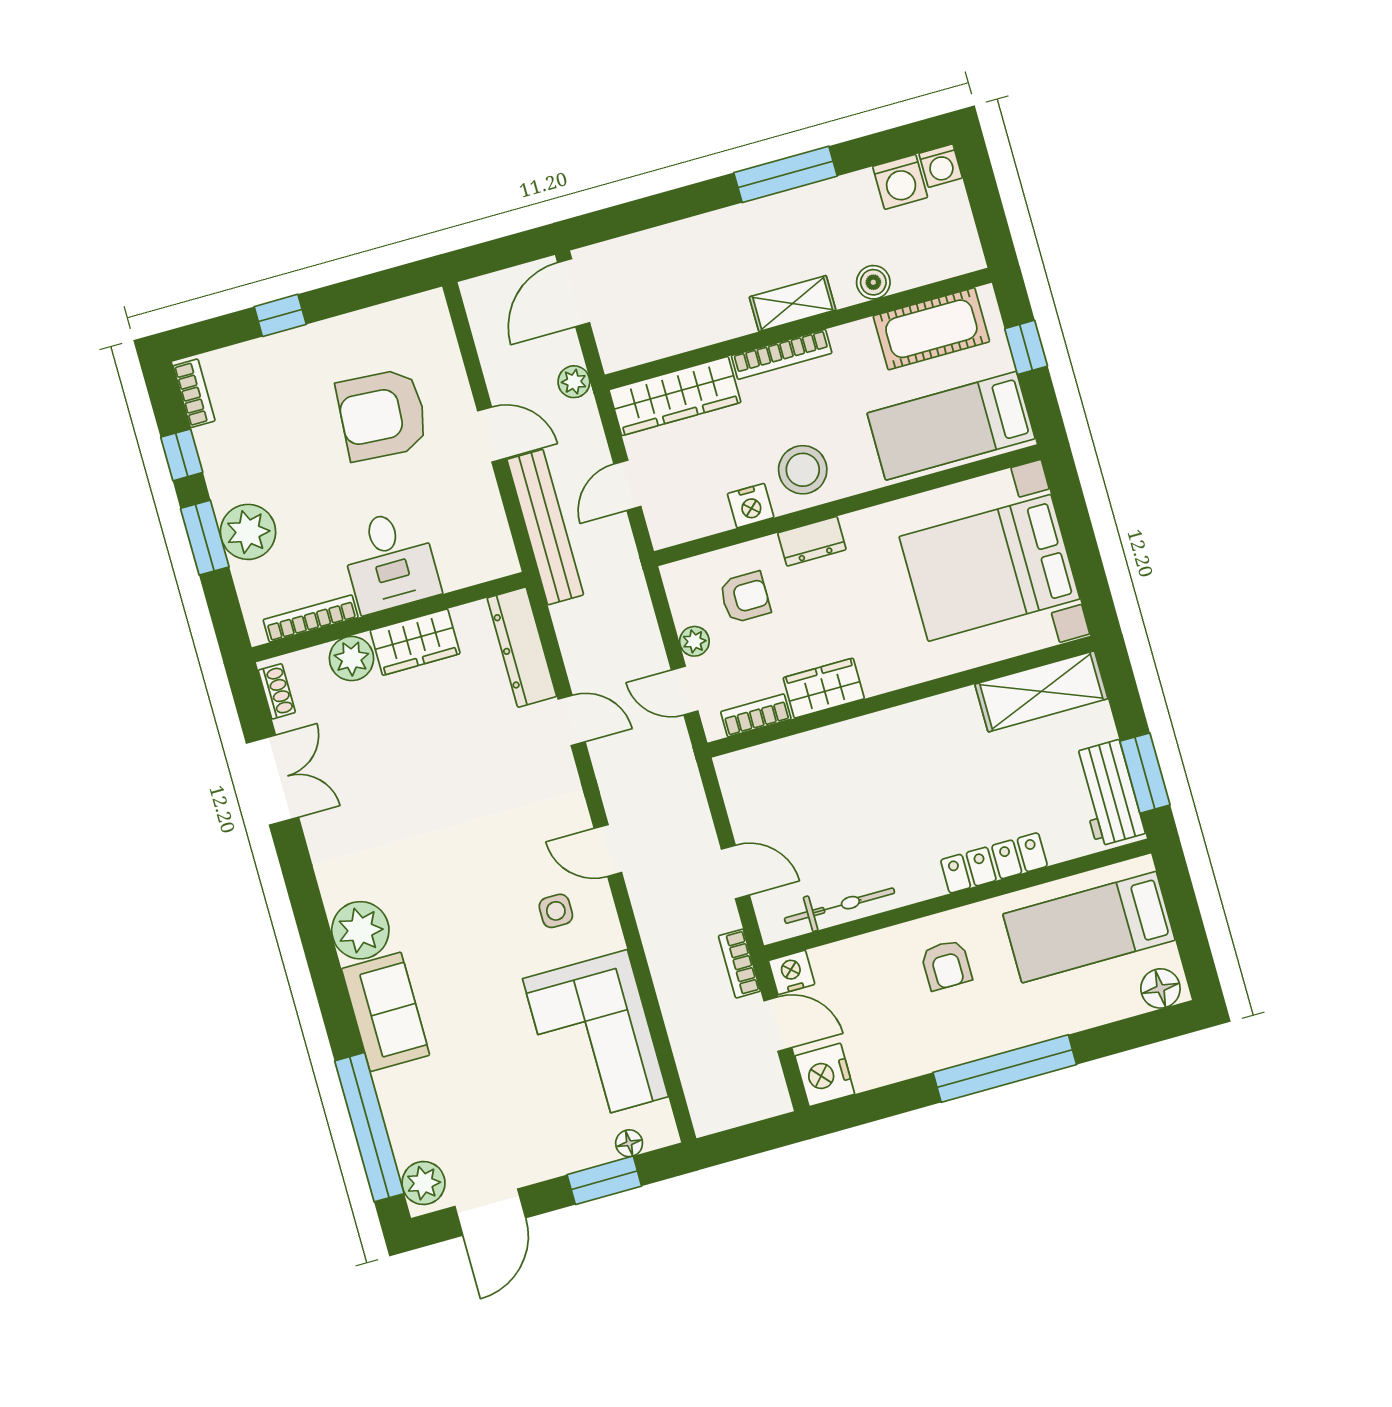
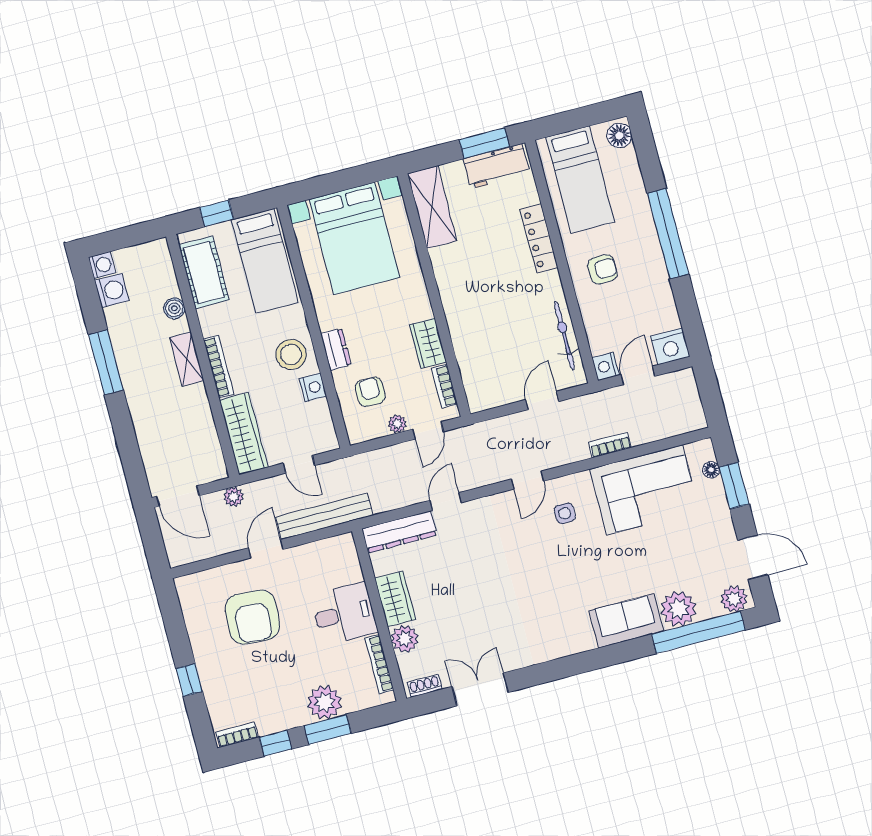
plant: (360, 930) -> (678, 609), moved
bookcase: (739, 964) -> (610, 445), moved, turned 180

